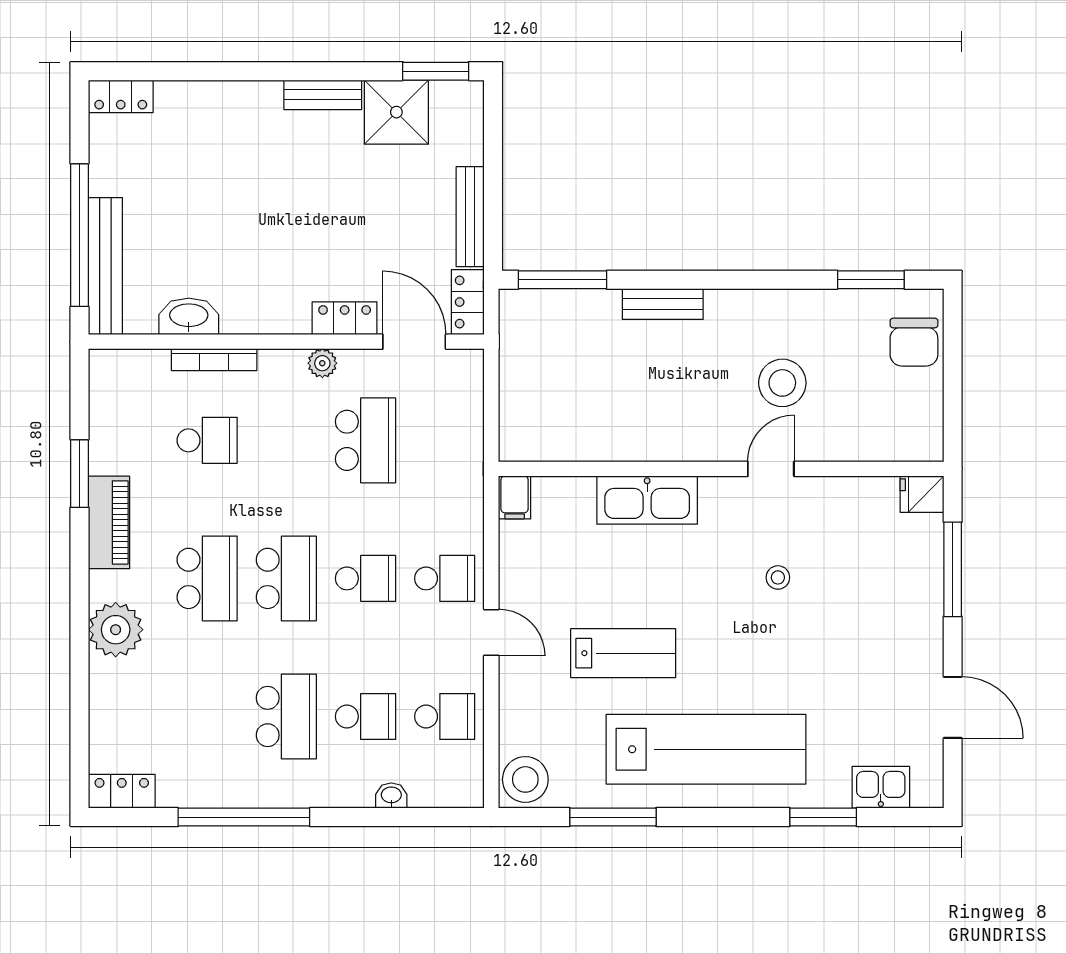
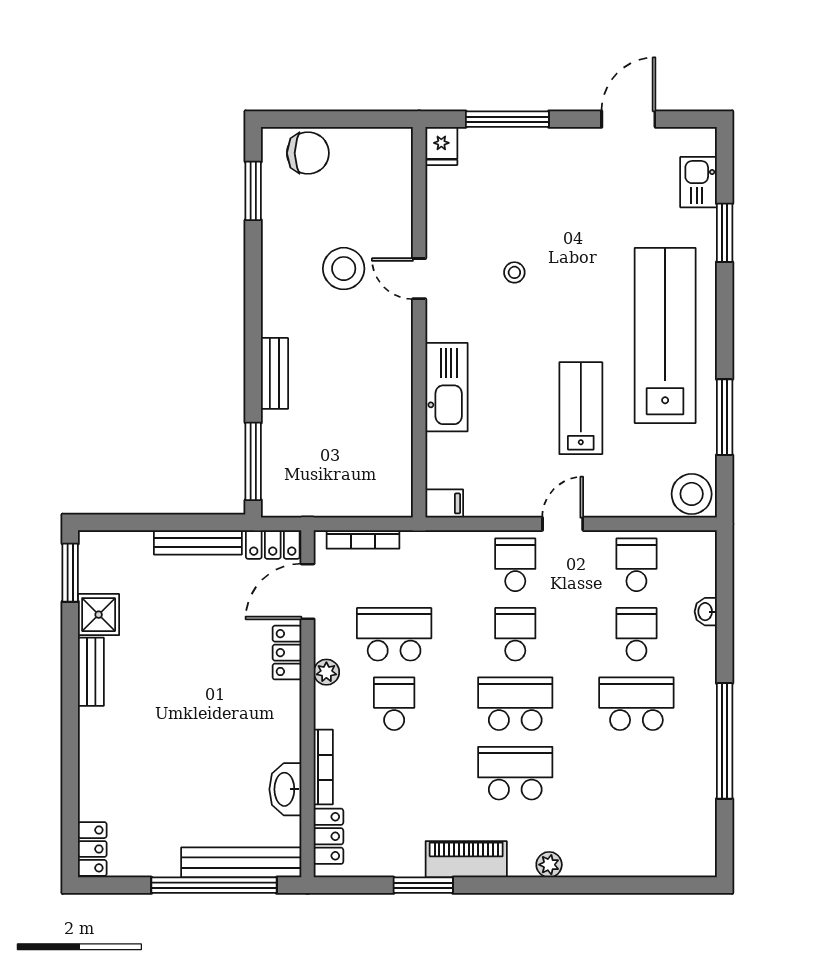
shower: (396, 112) -> (99, 615), width x0.73, depth x0.73
bookcase: (474, 405) -> (363, 539), added
school desk: (207, 440) -> (394, 704), moved
plant: (116, 630) -> (549, 865), width x0.53, depth x0.53
locker: (122, 791) -> (328, 836), moved, turned 180

